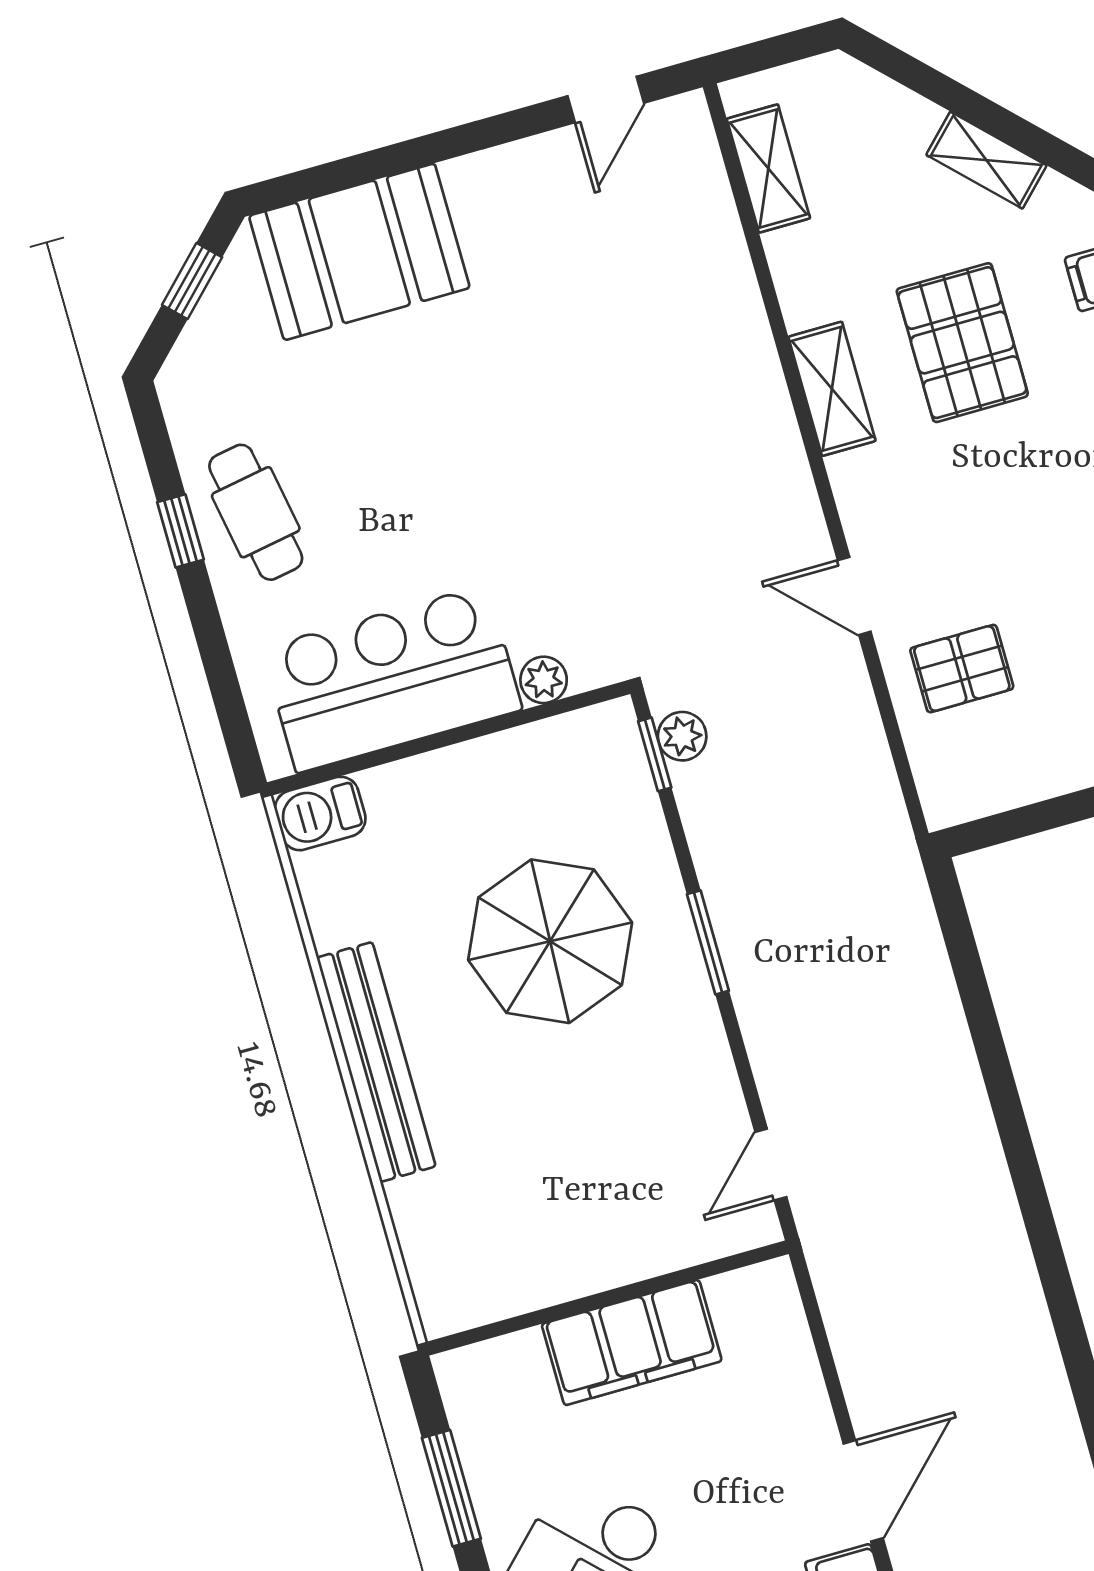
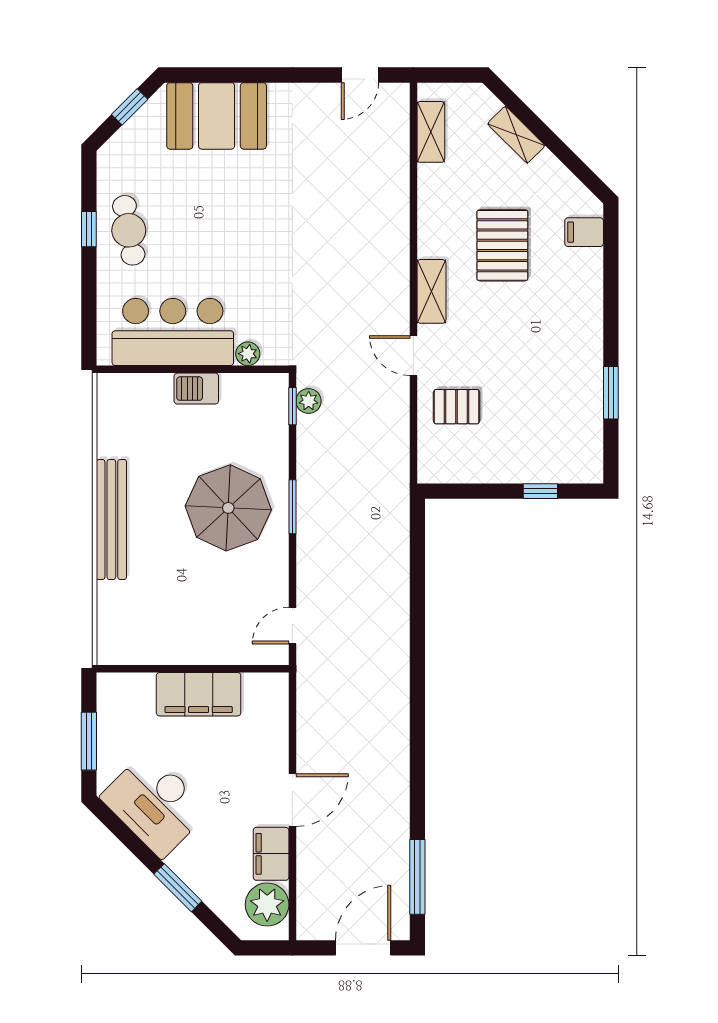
shelving: (986, 160) -> (516, 135), moved
shelving: (832, 389) -> (431, 291), moved
barbecue: (320, 813) -> (196, 389), moved
parasol: (550, 941) -> (228, 508), moved

